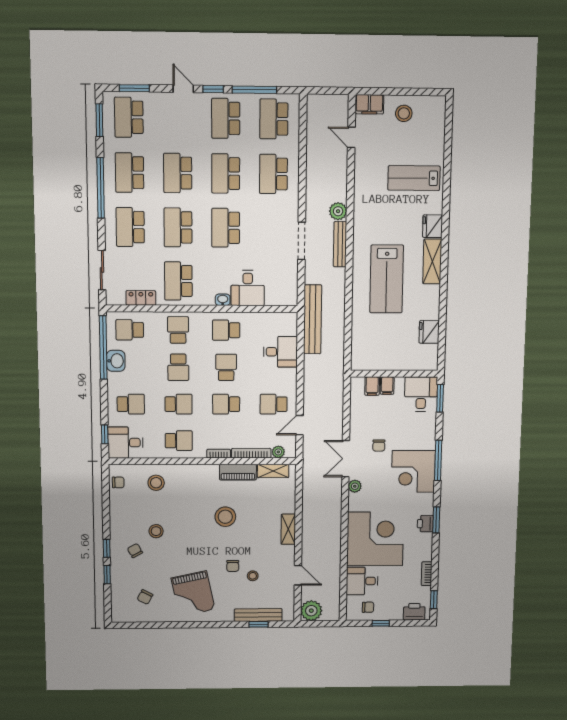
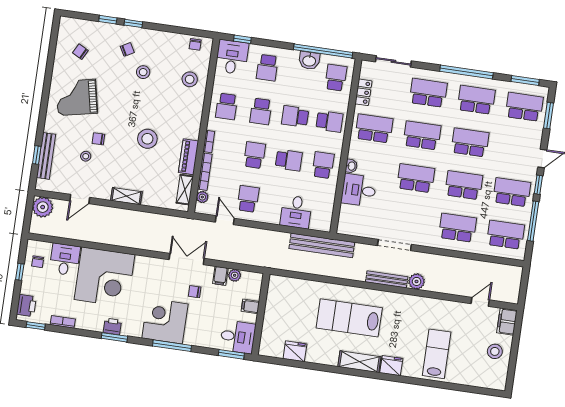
filing cabinet: (372, 386) -> (220, 276), moved, turned -90
plant: (355, 486) -> (235, 275), moved

